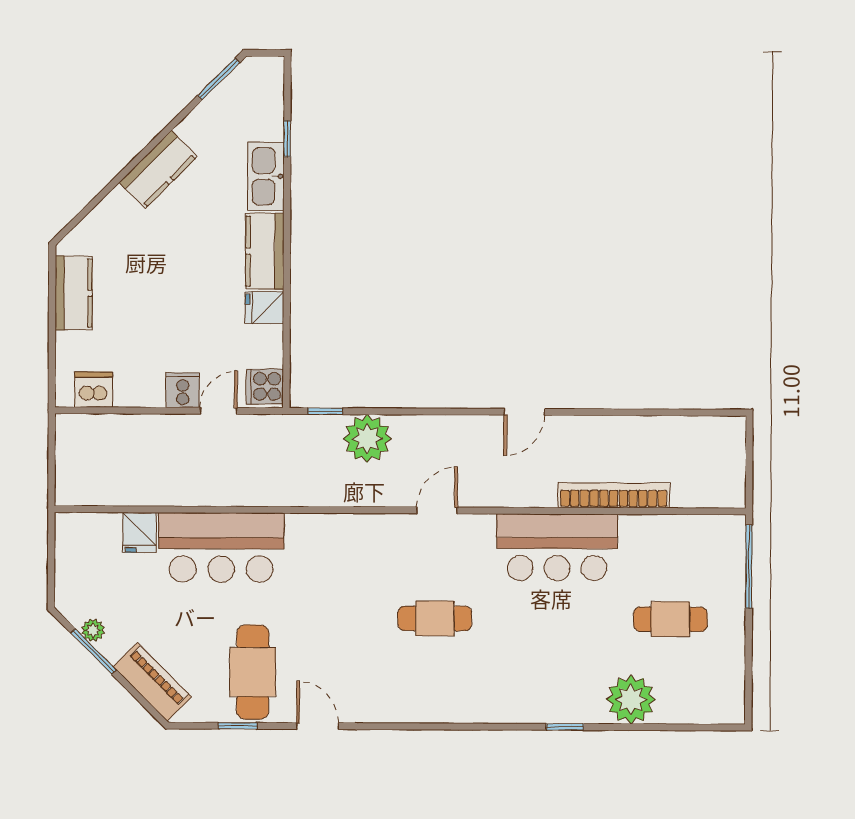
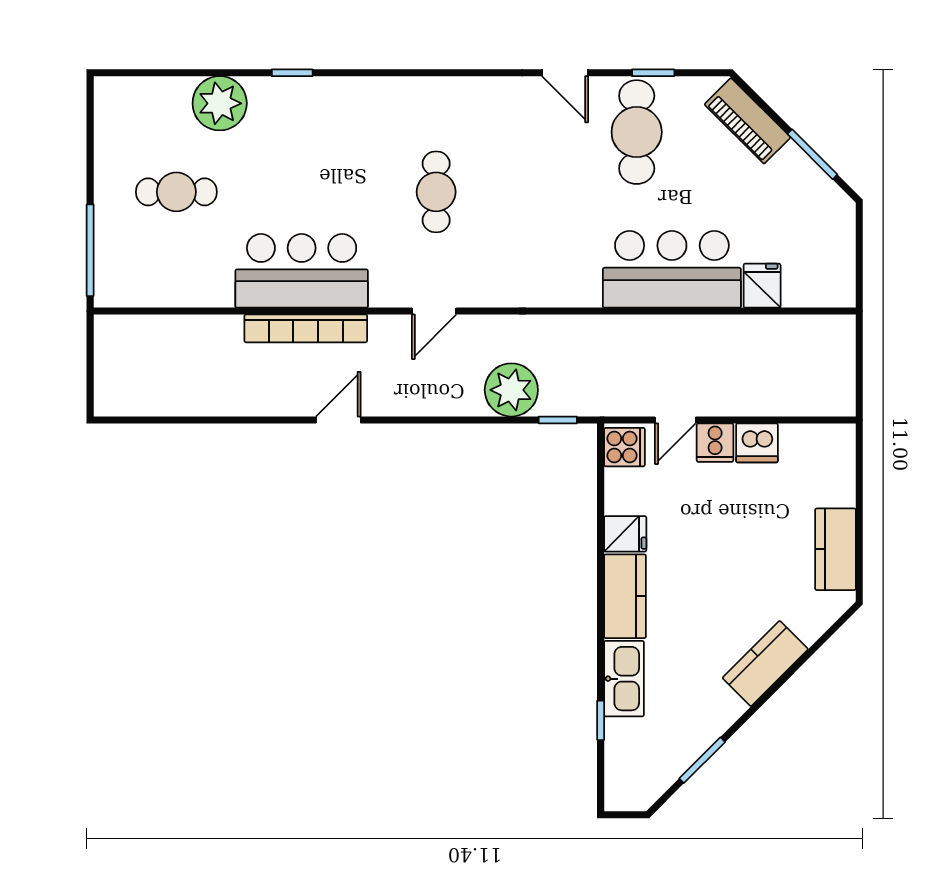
window: (219, 79) -> (702, 760), moved
kitchen counter: (158, 169) -> (765, 664), moved
dishwasher: (93, 390) -> (757, 443), moved
bookcase: (614, 495) -> (306, 328), moved
cafe table: (435, 618) -> (436, 192), turned 90
plant: (93, 630) -> (813, 178), removed

